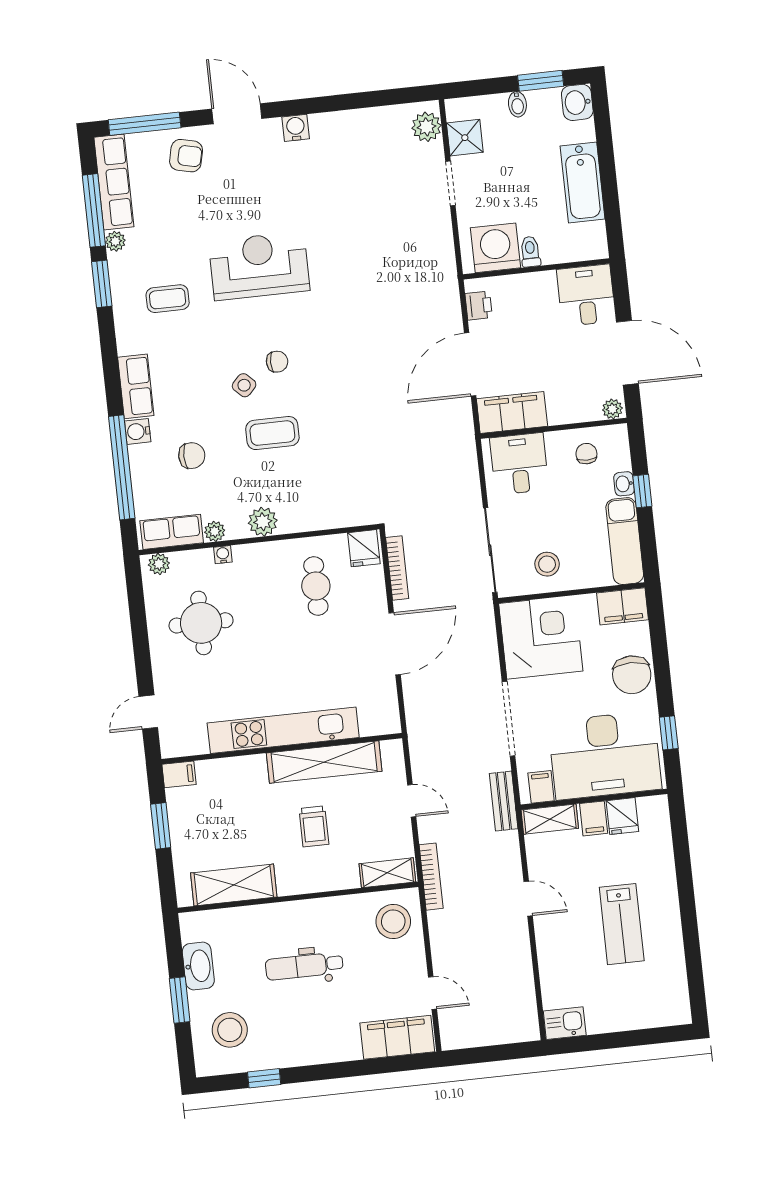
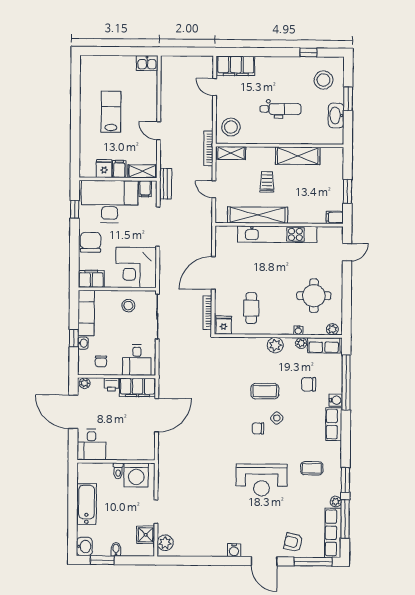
printer: (479, 306) -> (111, 384), moved, turned -90
shelving: (234, 885) -> (298, 156), moved

